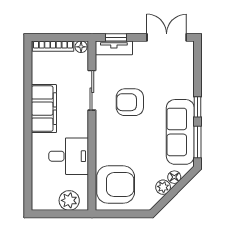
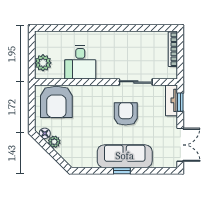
floor lamp: (81, 47) -> (172, 73), removed
filing cabinet: (44, 109) -> (120, 42), removed
sofa: (180, 132) -> (125, 156), moved
window: (198, 142) -> (92, 171), removed
floor lamp: (174, 177) -> (45, 133), moved

